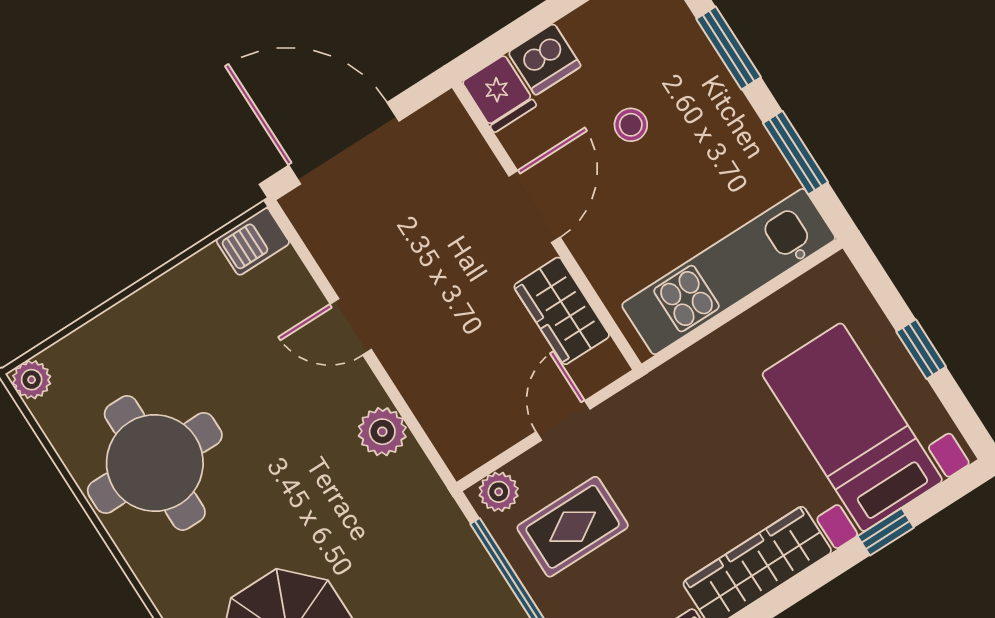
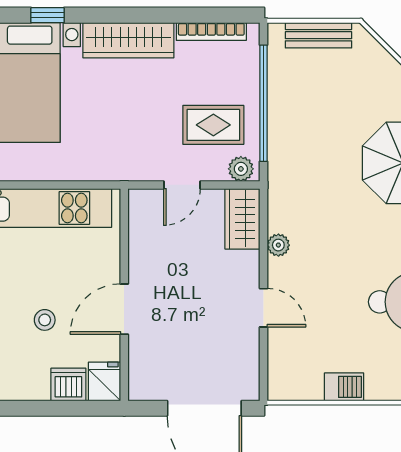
barbecue: (253, 241) -> (344, 387), moved
wardrobe: (562, 311) -> (242, 219), moved, turned 180
plant: (382, 432) -> (278, 245), width x0.73, depth x0.73

